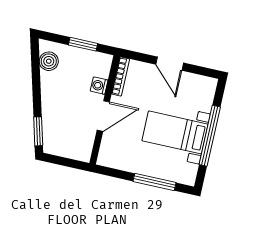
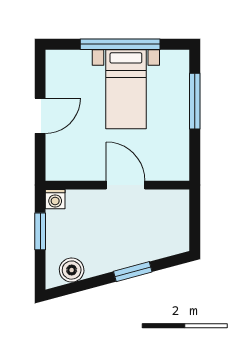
bookcase: (121, 76) -> (70, 174), removed
washing machine: (99, 86) -> (55, 199), moved
window: (38, 131) -> (133, 272), moved

